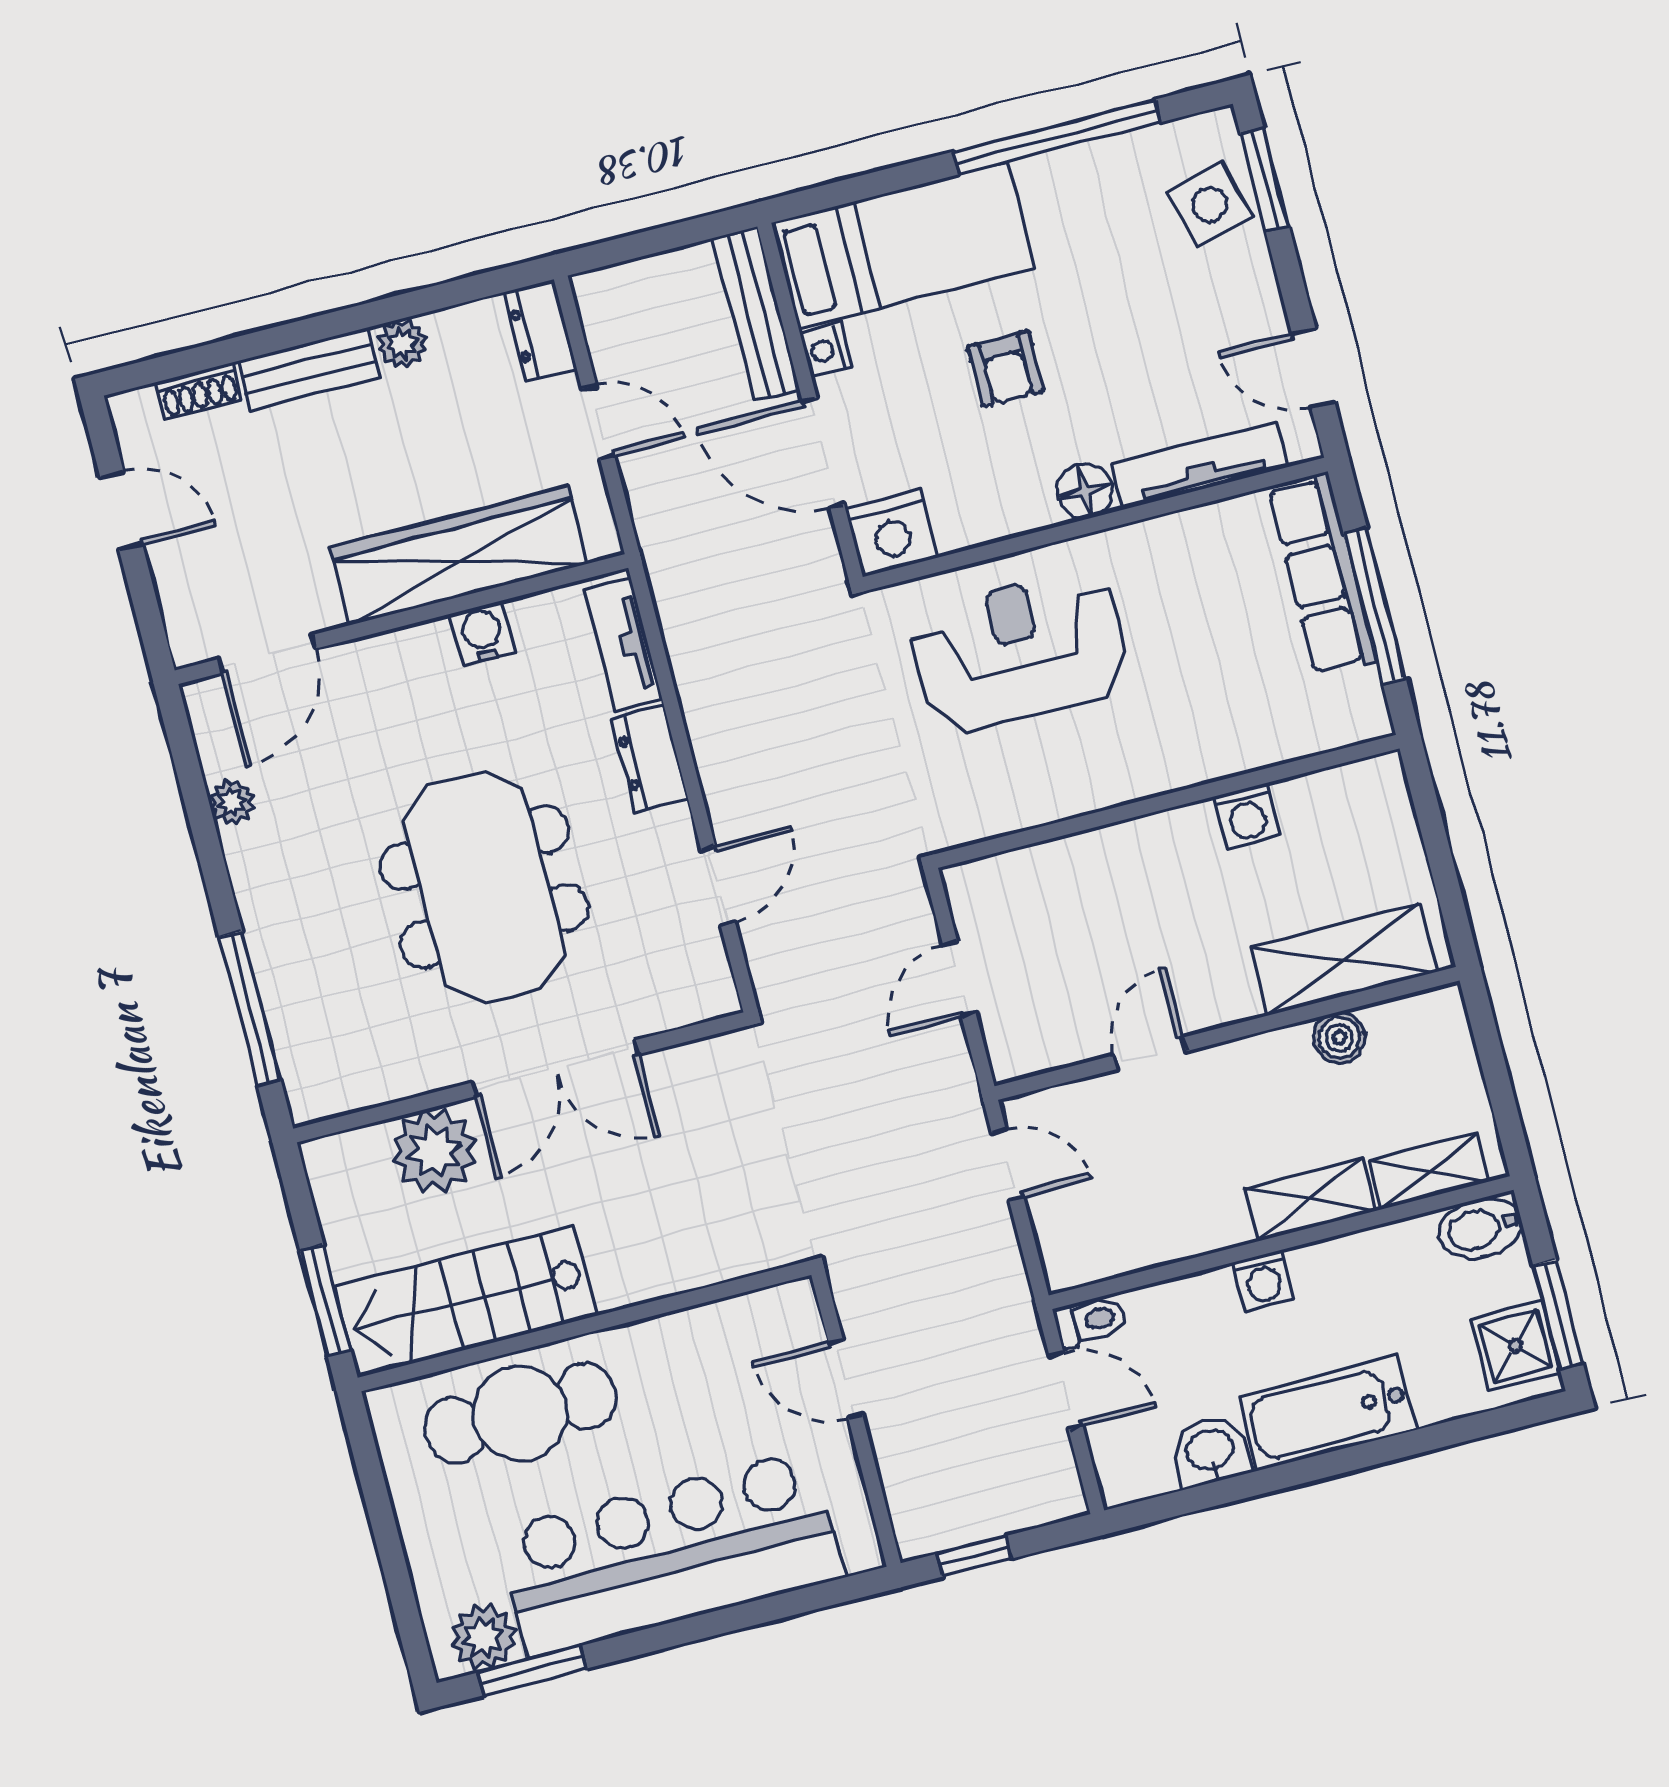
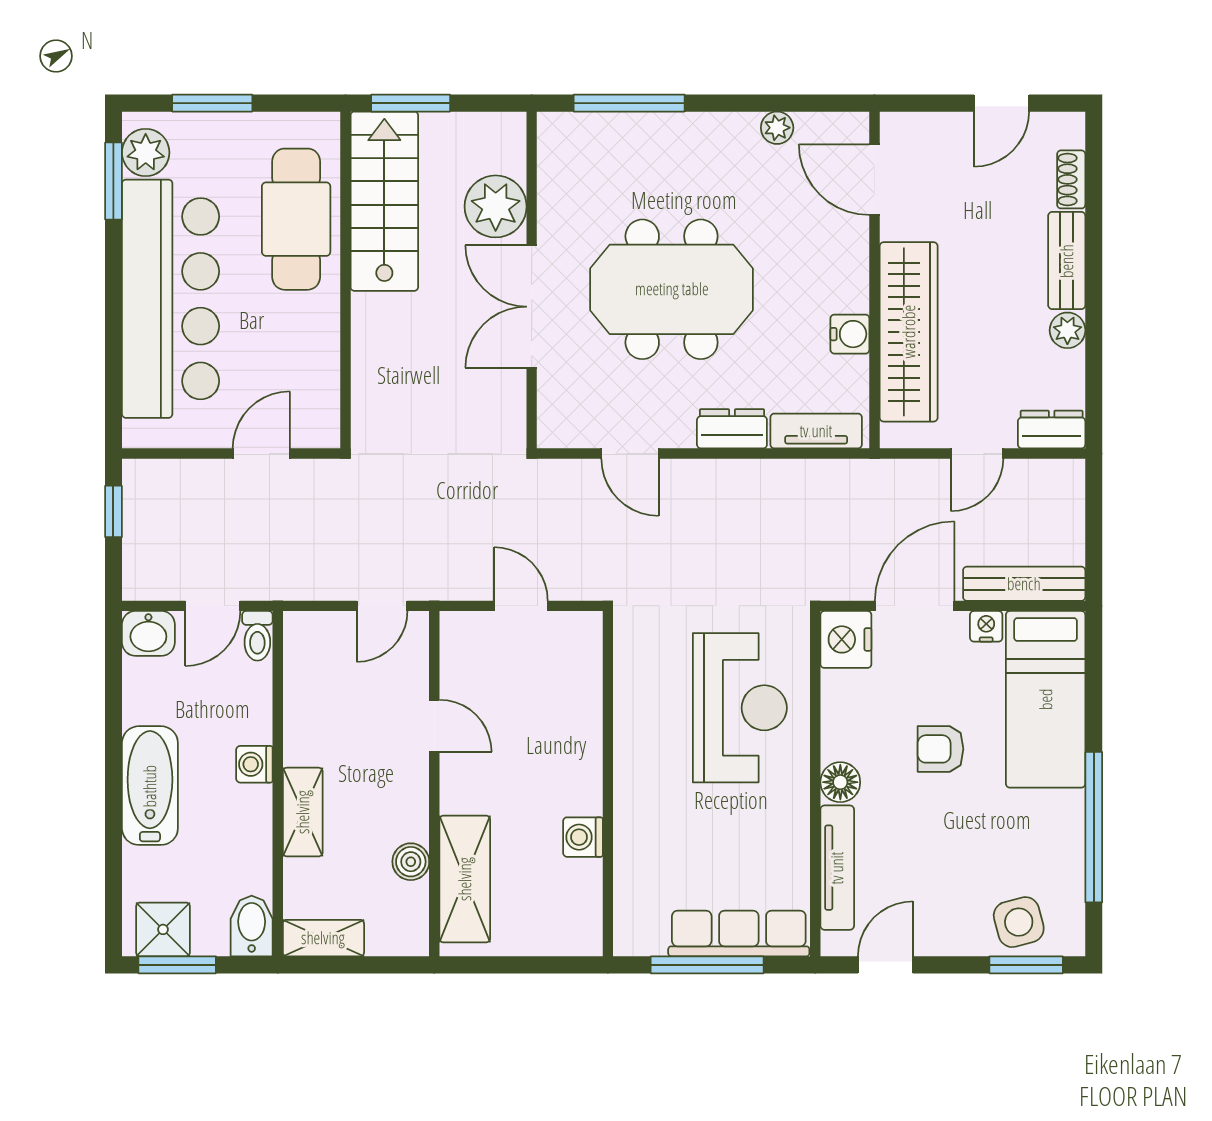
shelving: (1429, 1171) -> (323, 938), moved, turned 90
washbasin: (1210, 1451) -> (148, 633), moved, turned 90
window: (394, 1565) -> (212, 103), added

